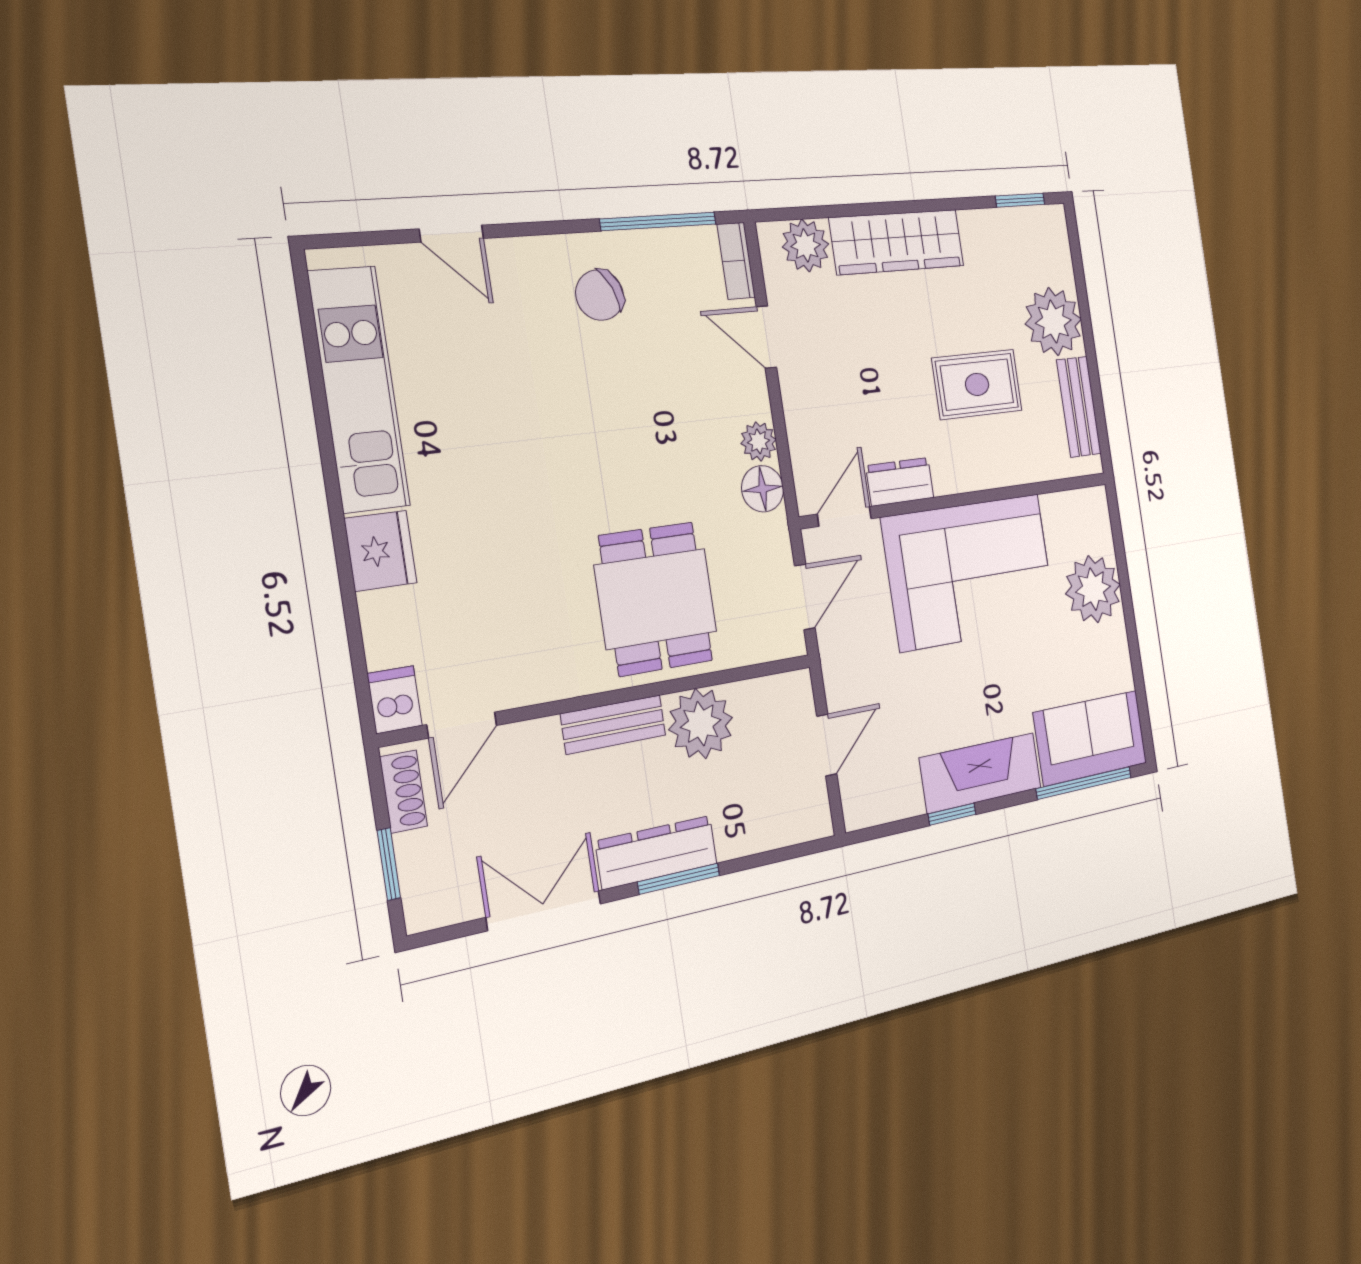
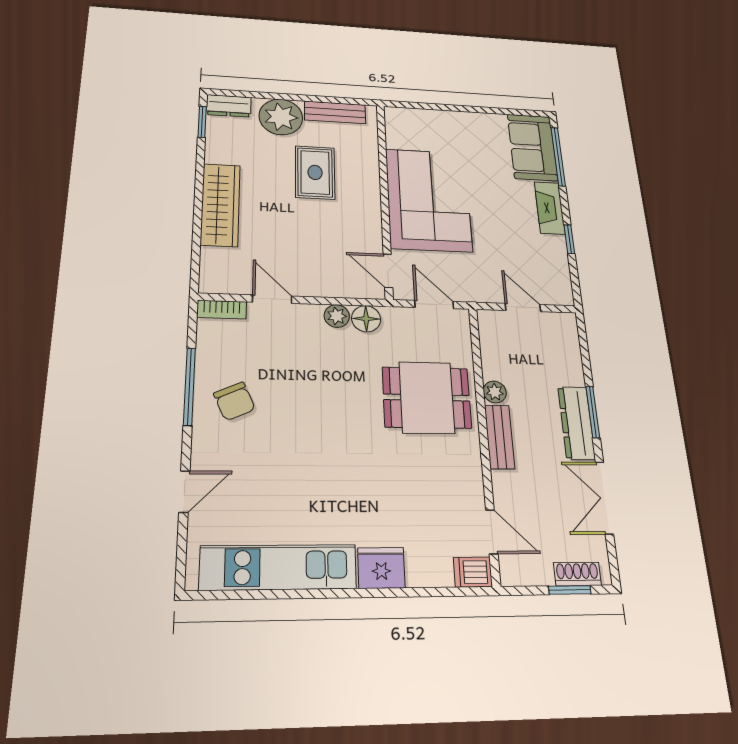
window: (658, 221) -> (189, 386), moved
plant: (806, 245) -> (217, 263), removed
door: (766, 337) -> (272, 299), swing flipped
dresser: (900, 482) -> (229, 106), moved, turned -90
plant: (1093, 589) -> (446, 127), removed
plant: (701, 724) -> (495, 392), width x0.53, depth x0.53
fireplace: (981, 773) -> (550, 208), width x0.73, depth x0.76
shoe rack: (404, 792) -> (577, 574), moved

